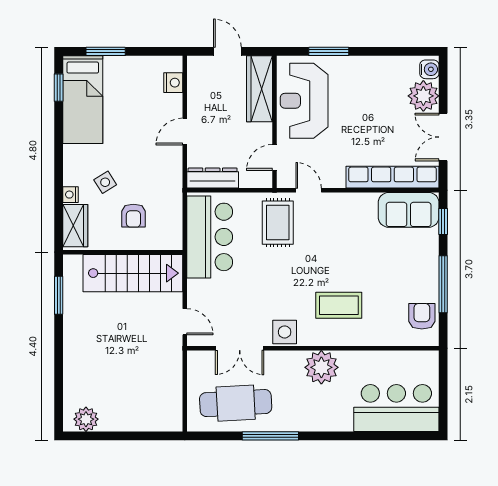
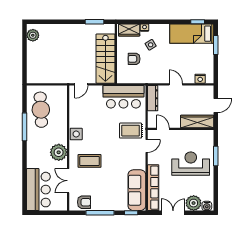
reception desk: (304, 101) -> (191, 164), moved
sofa: (409, 210) -> (137, 190), width x1.36
coffee table: (339, 305) -> (89, 161), turned 90
double door: (240, 348) -> (68, 181), moved

